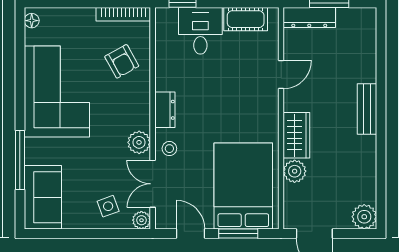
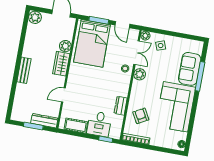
dresser: (165, 110) -> (121, 106), moved
sofa: (43, 197) -> (190, 69), moved

